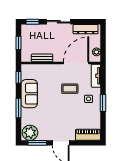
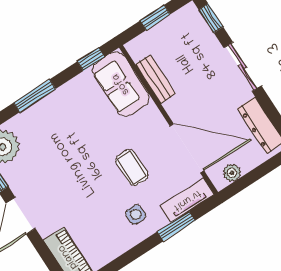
sofa: (29, 94) -> (121, 84), moved, turned 90
window: (103, 103) -> (176, 226), moved

